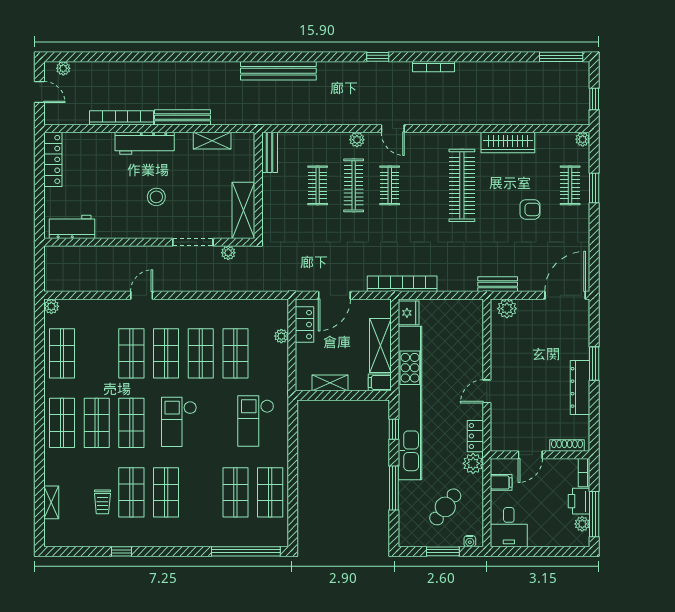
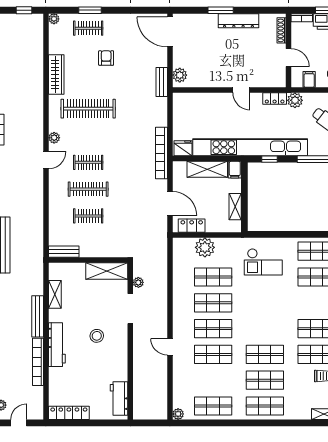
plant: (357, 140) -> (54, 138), moved
plant: (281, 336) -> (205, 247), width x1.87, depth x1.87
checkout: (179, 422) -> (264, 319), removed

